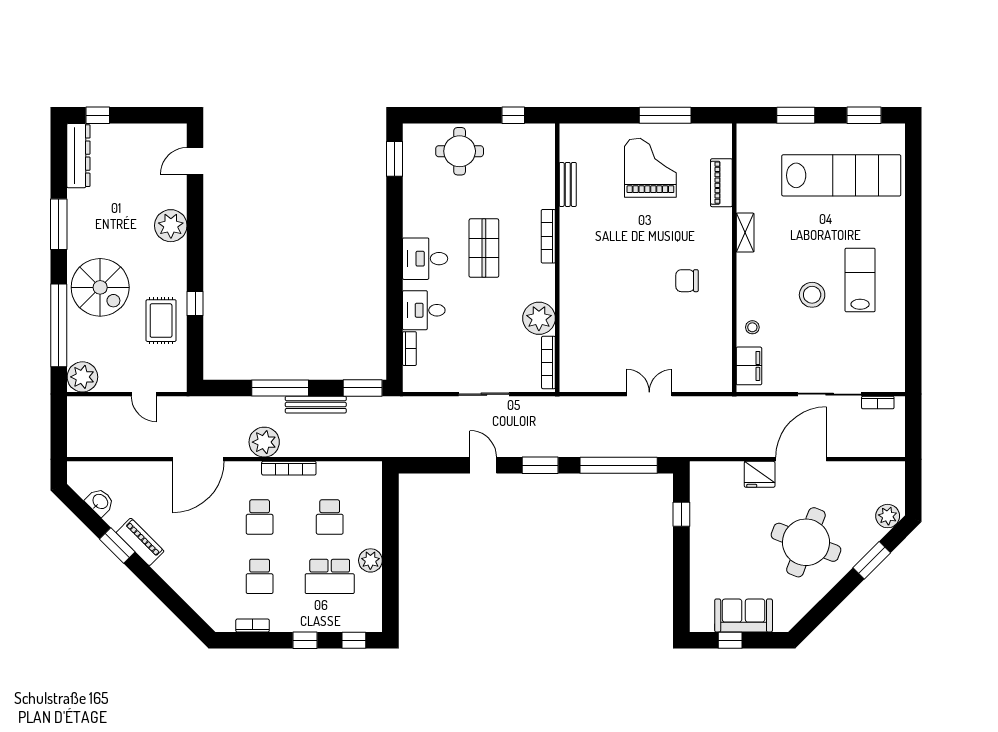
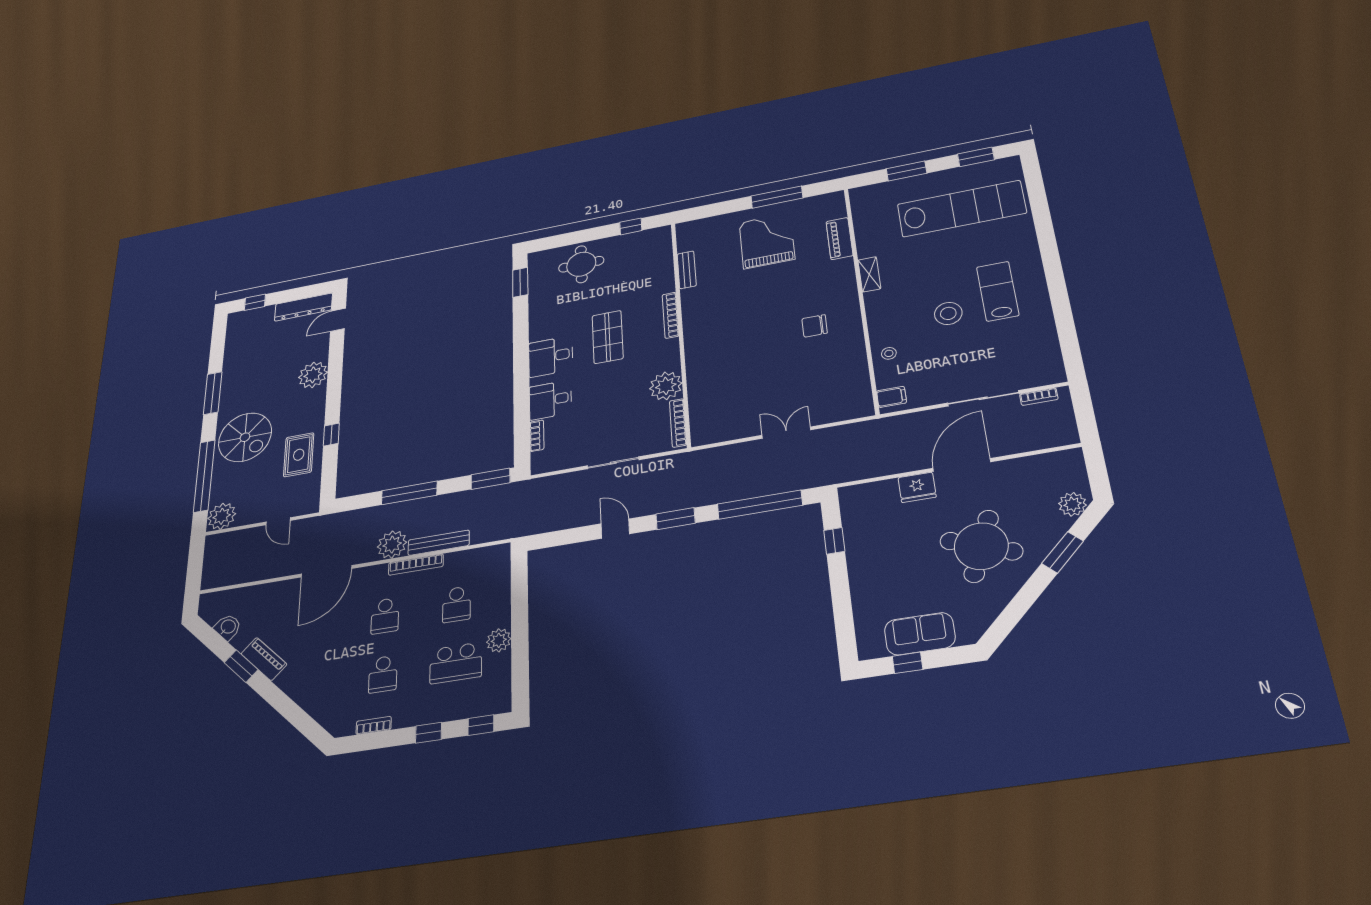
dresser: (78, 156) -> (303, 307), moved, turned 90
filing cabinet: (749, 366) -> (891, 397), width x0.50
bench: (316, 405) -> (439, 543), moved

